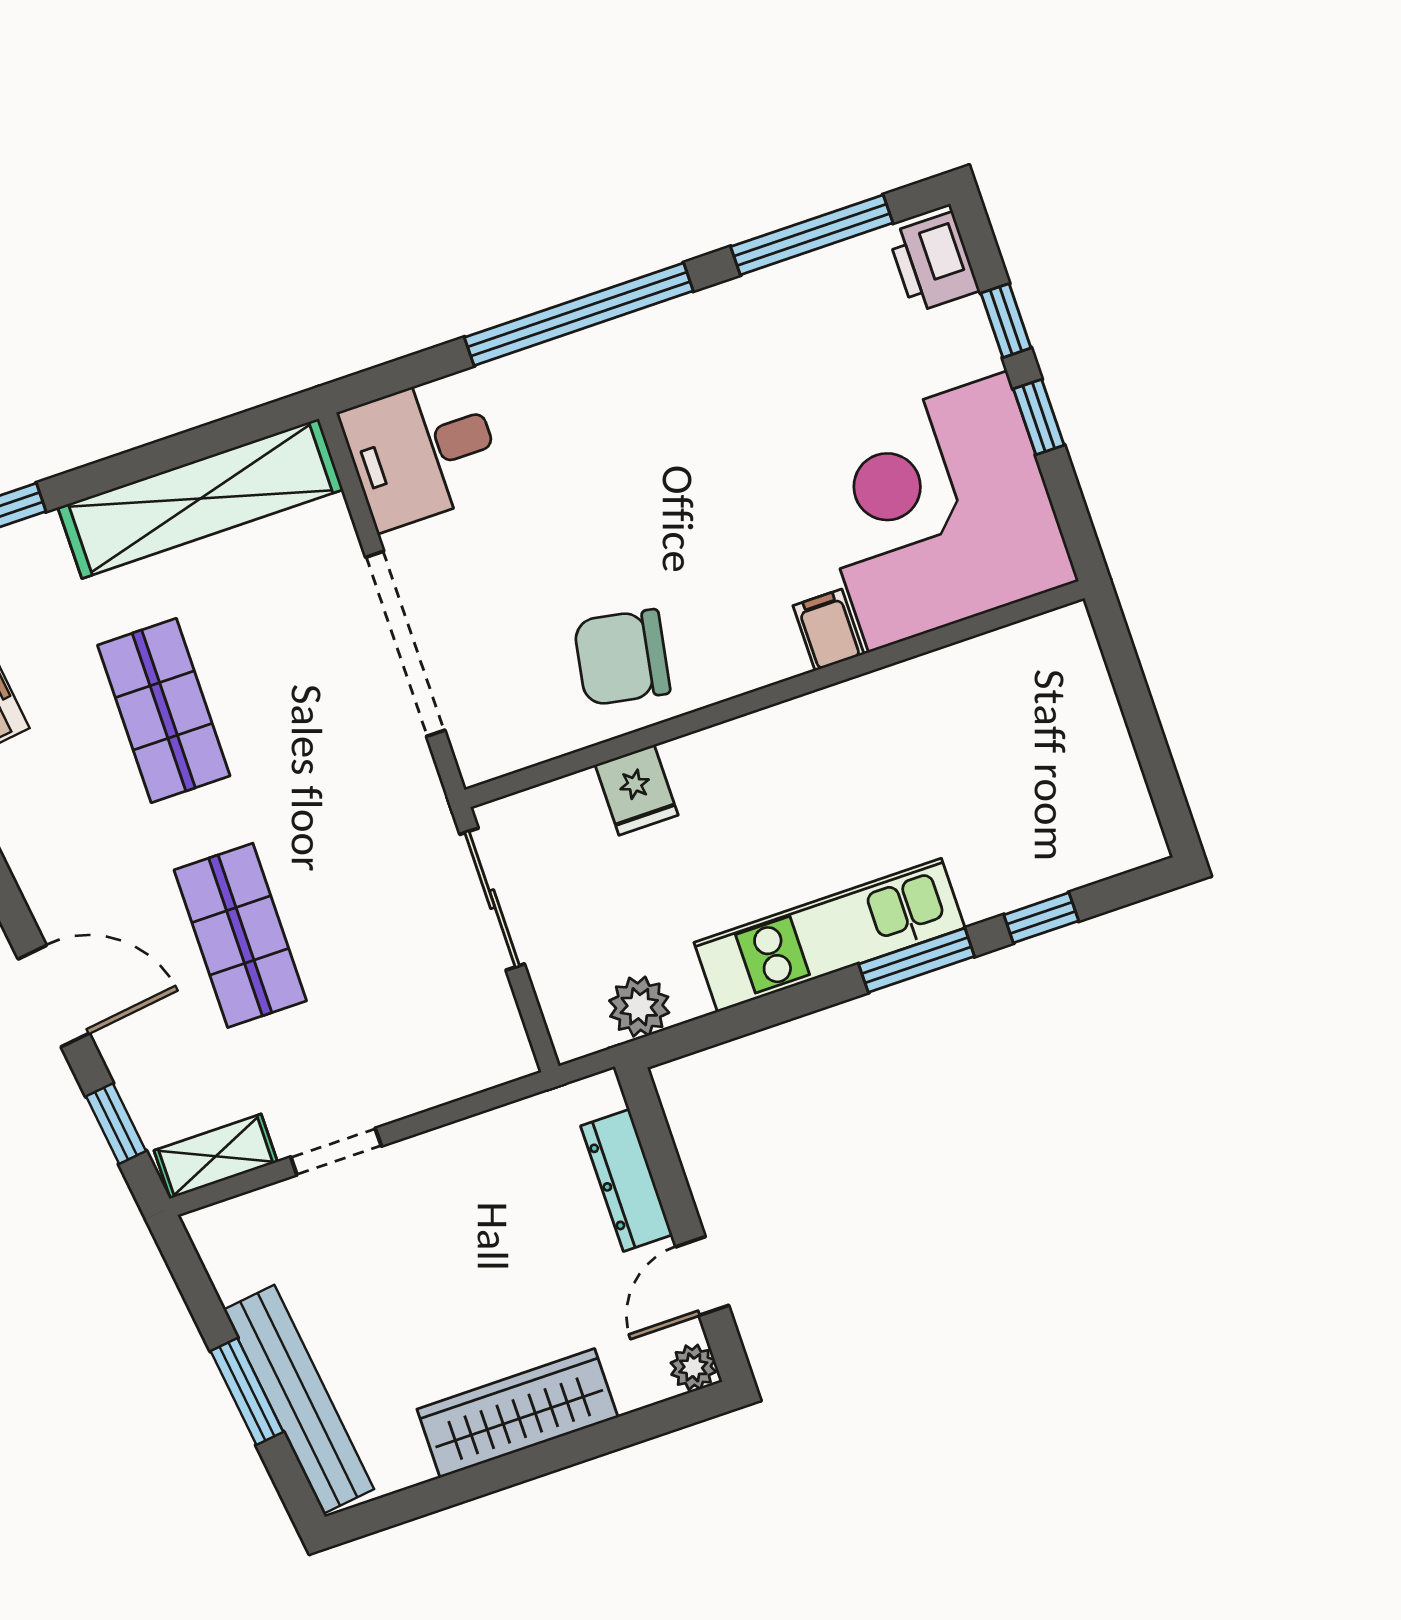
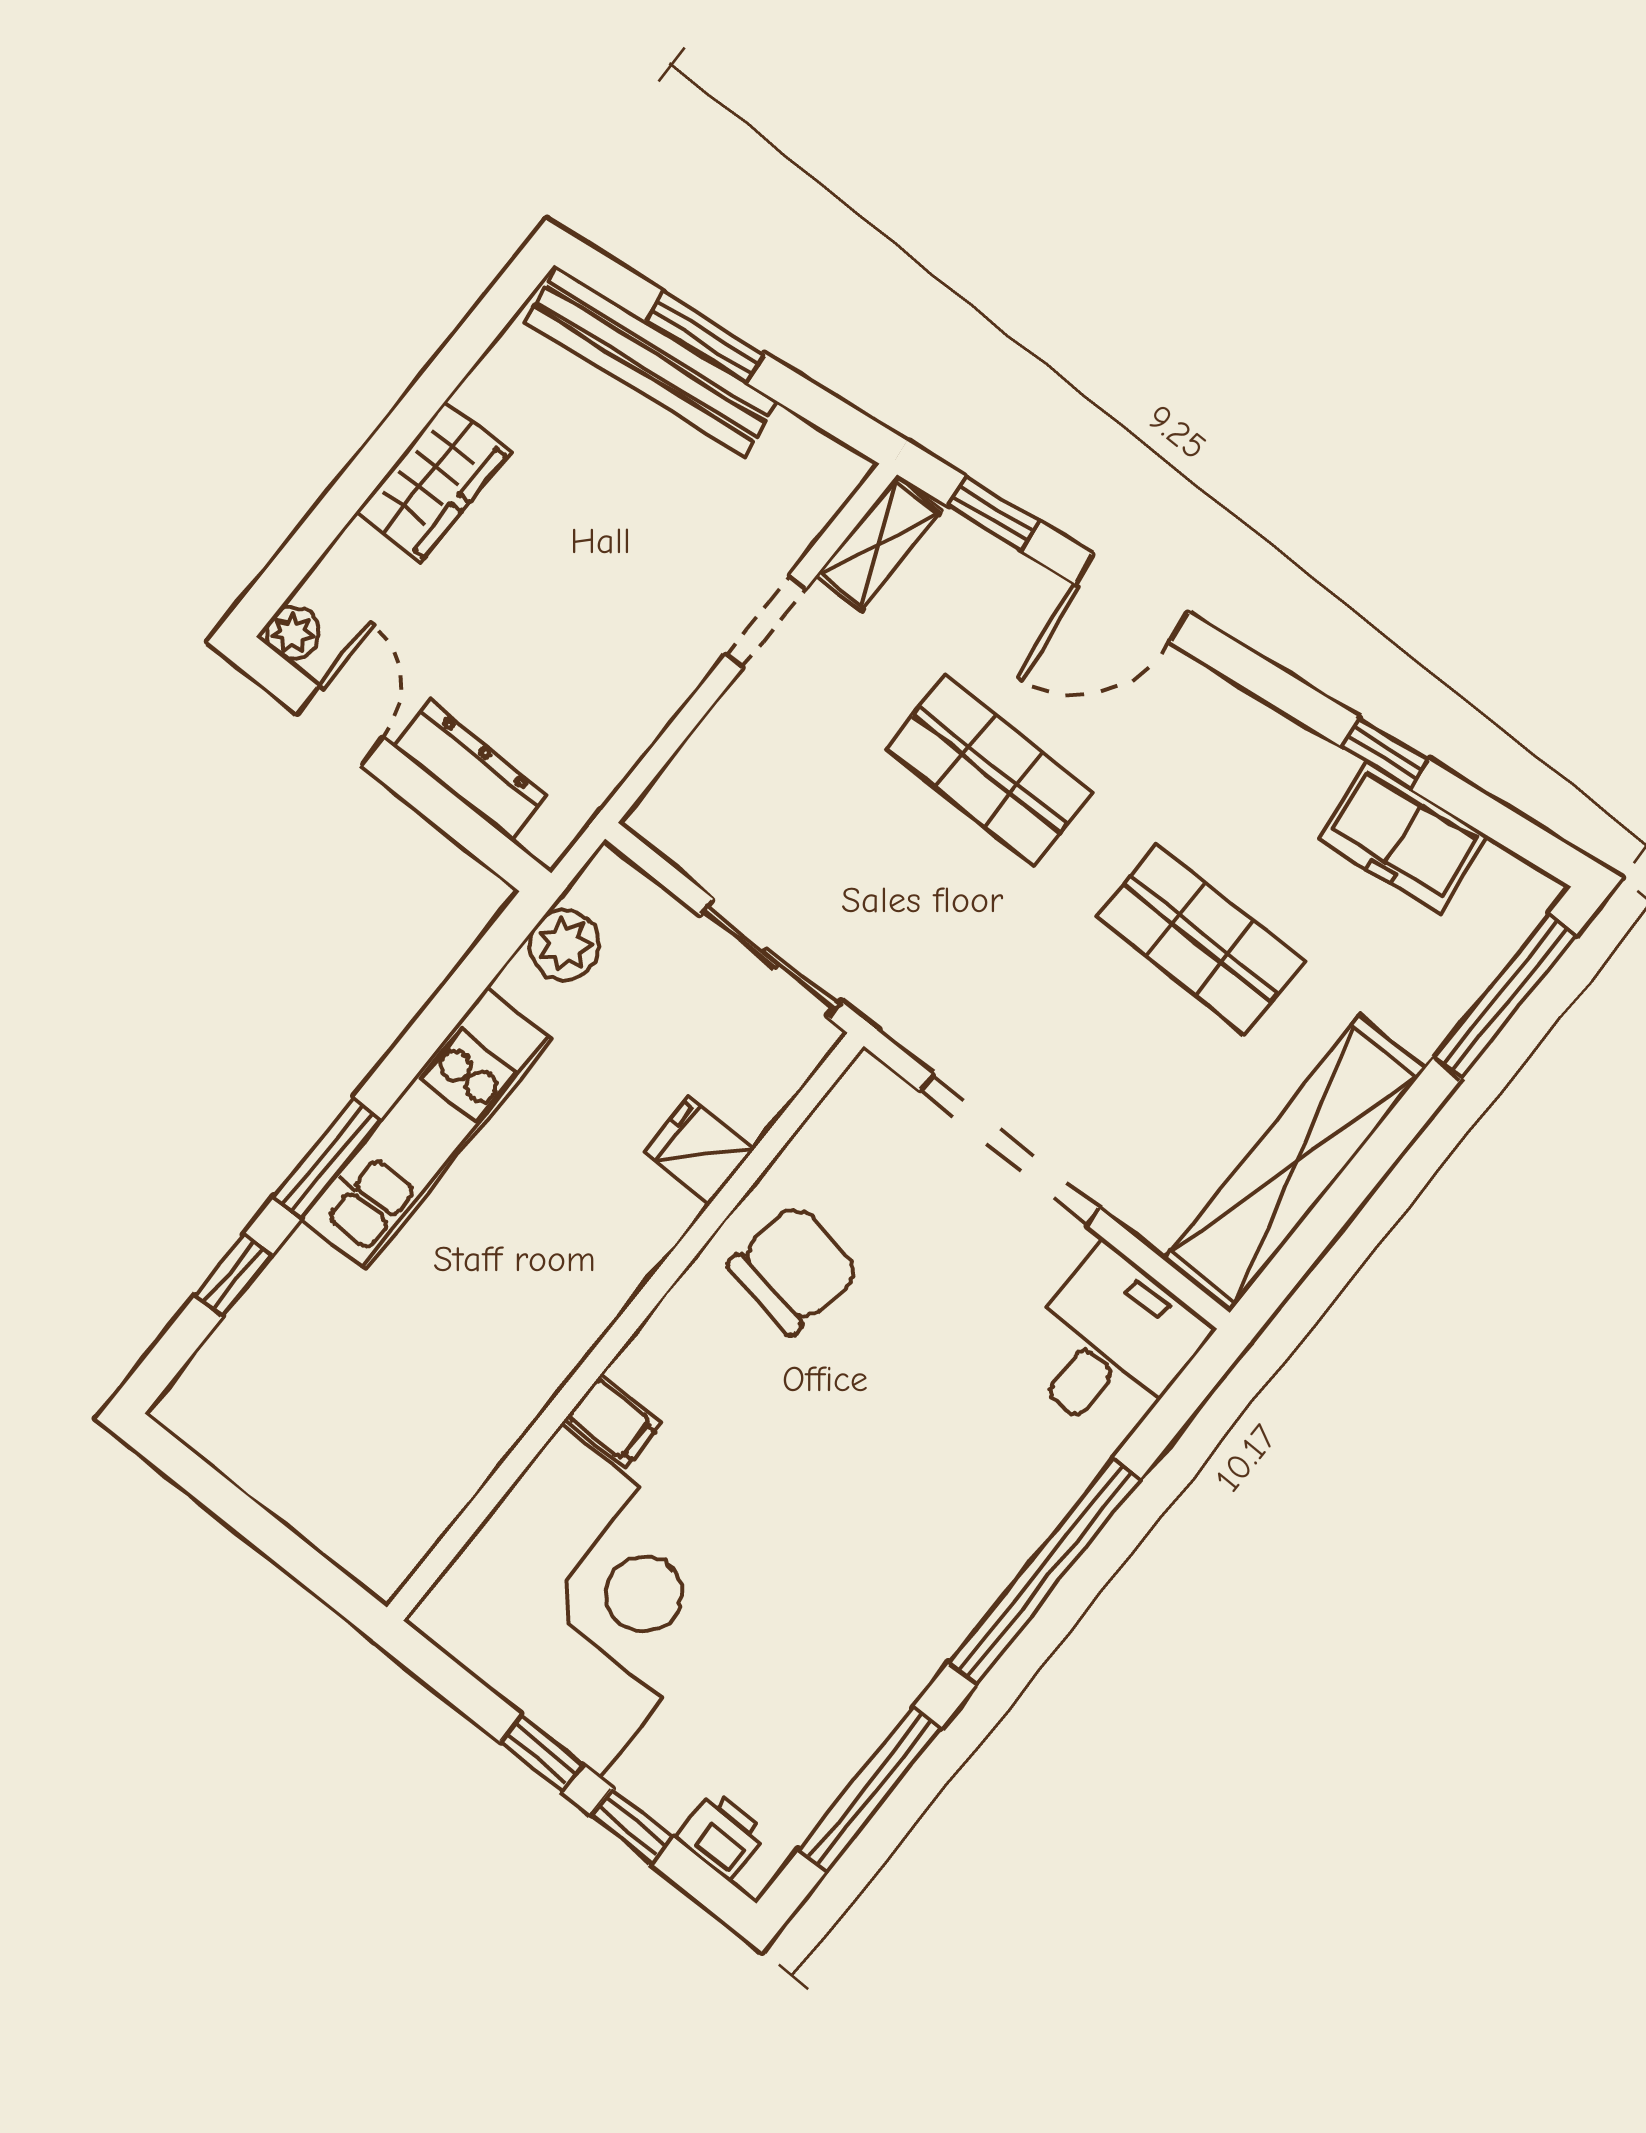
printer: (934, 262) -> (722, 1835), width x0.73, depth x0.81
wardrobe: (517, 1413) -> (433, 482), width x0.67

